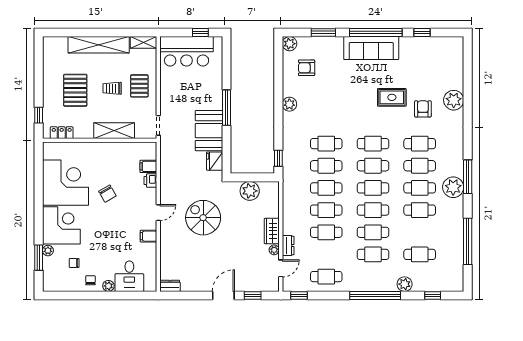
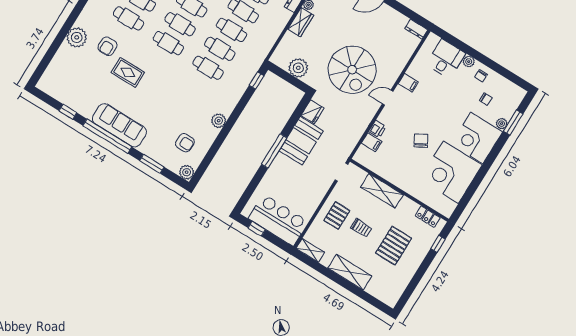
shelving: (99, 45) -> (350, 272), width x0.68
spiral stairs: (203, 218) -> (352, 70), width x1.37, depth x1.37

